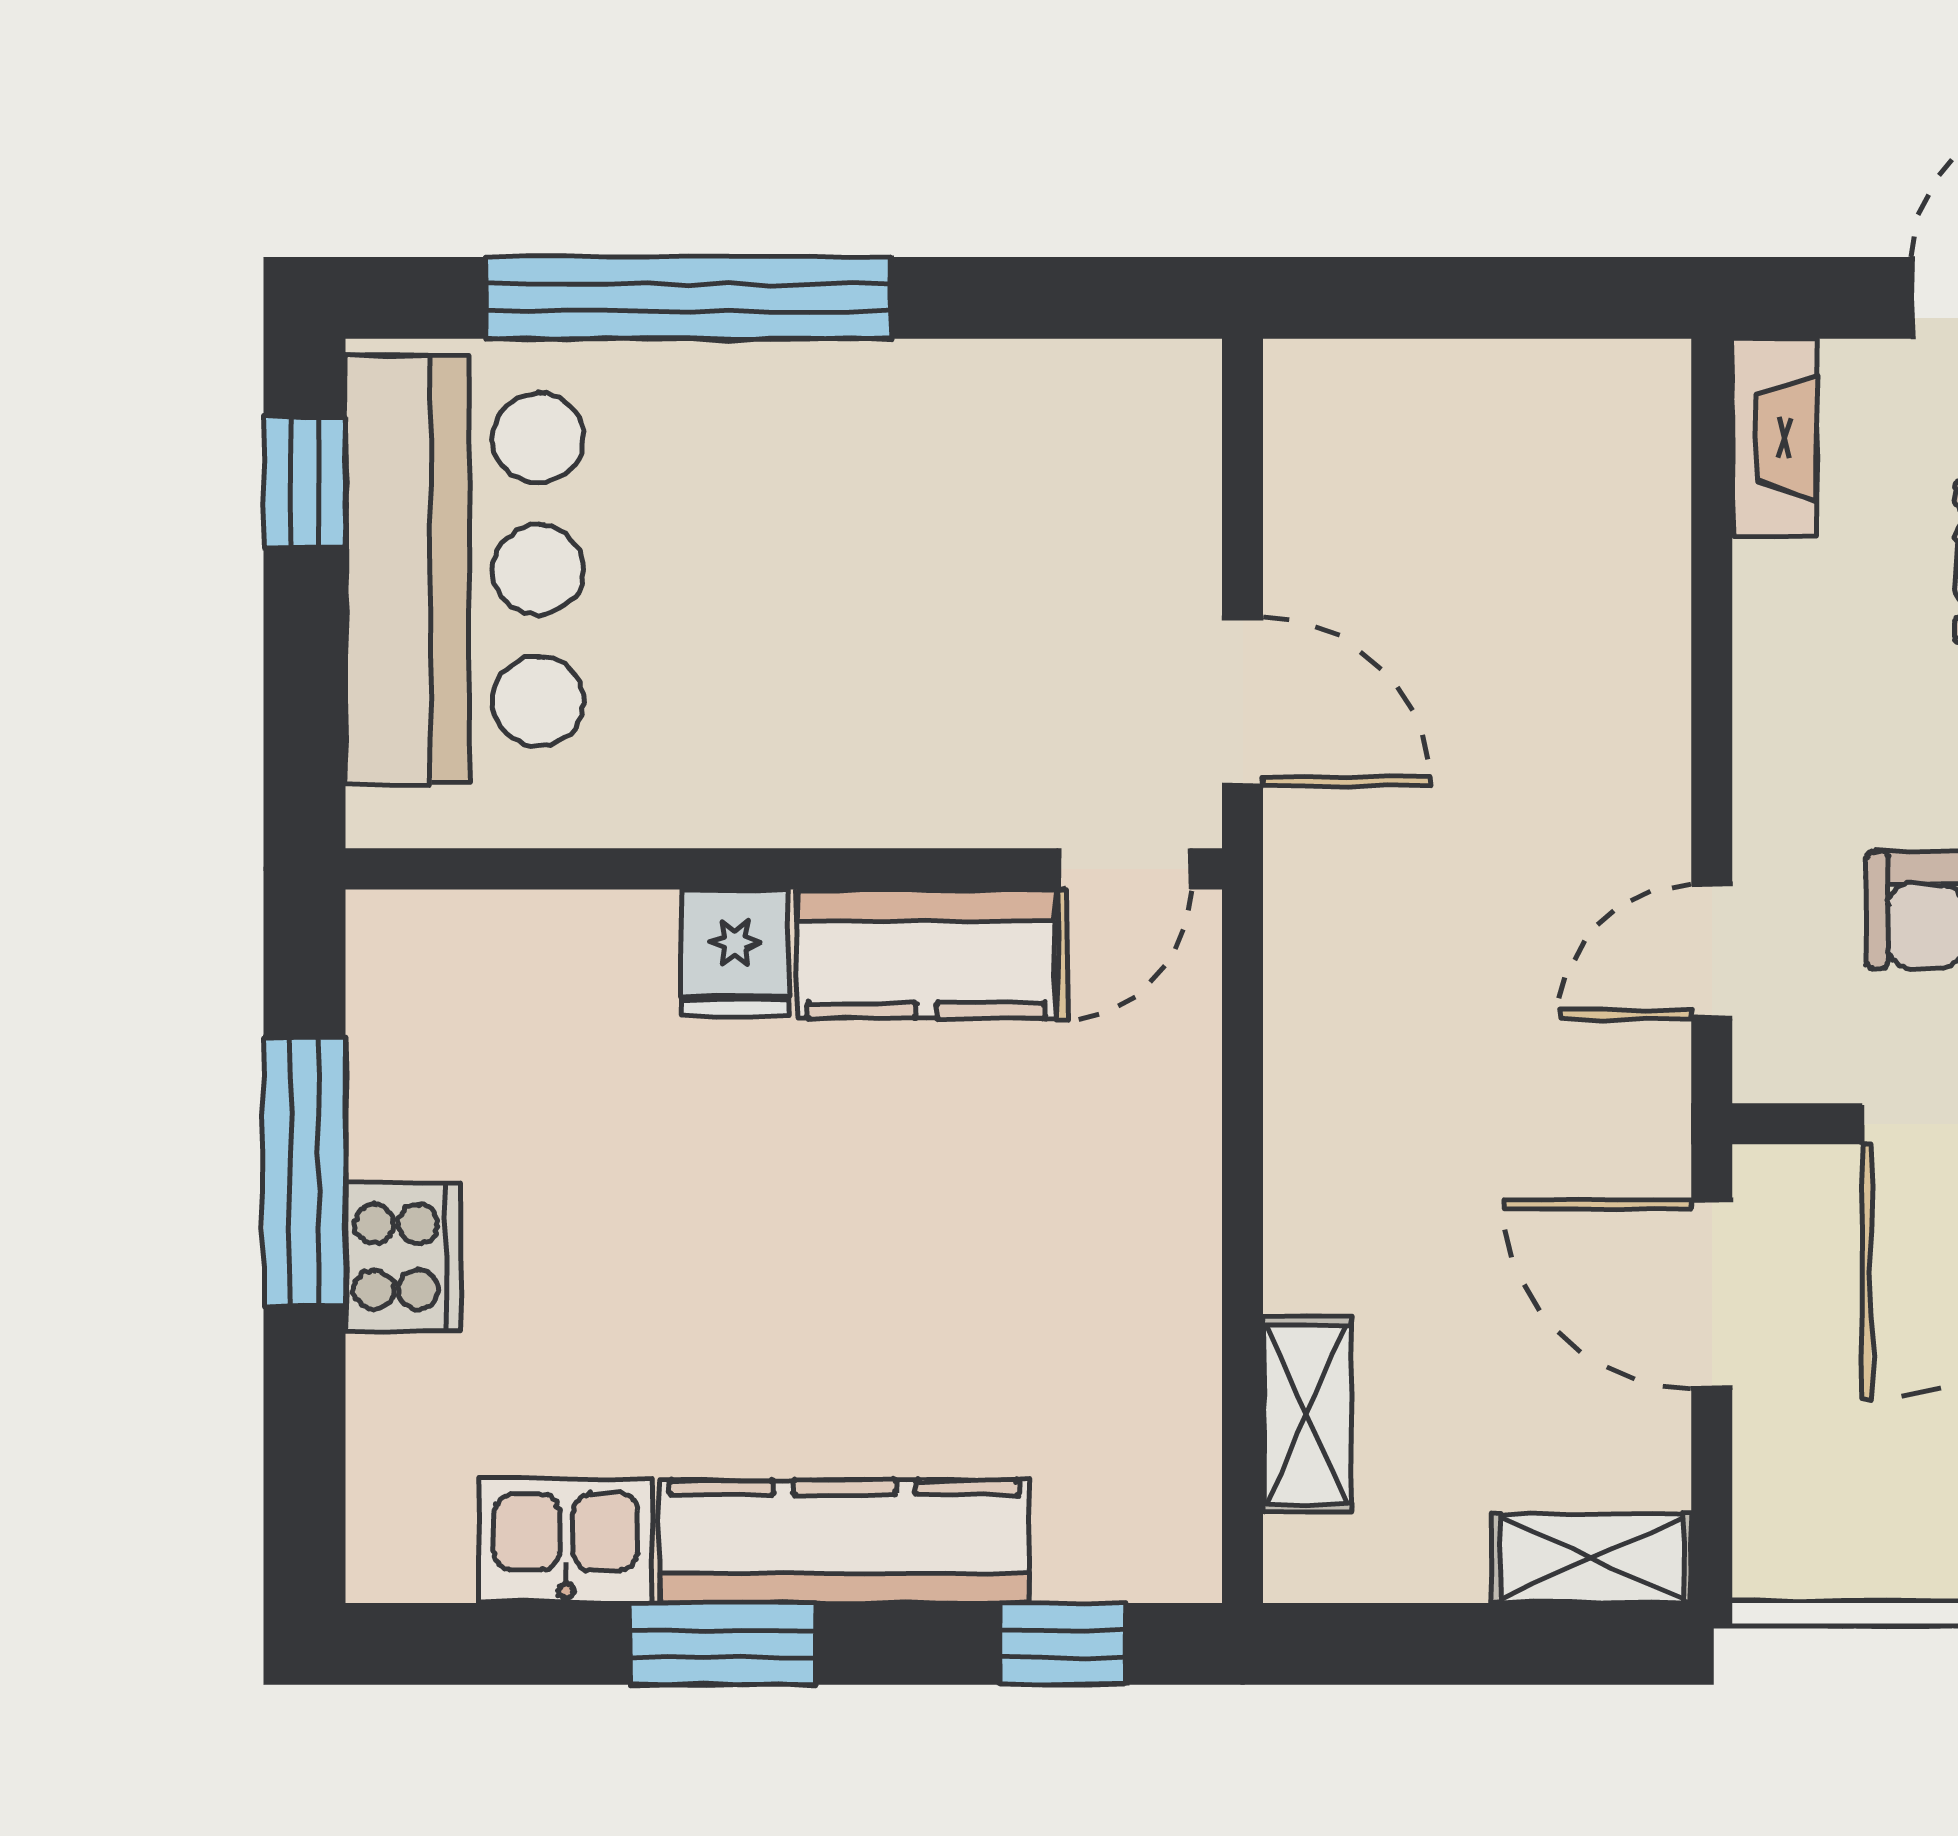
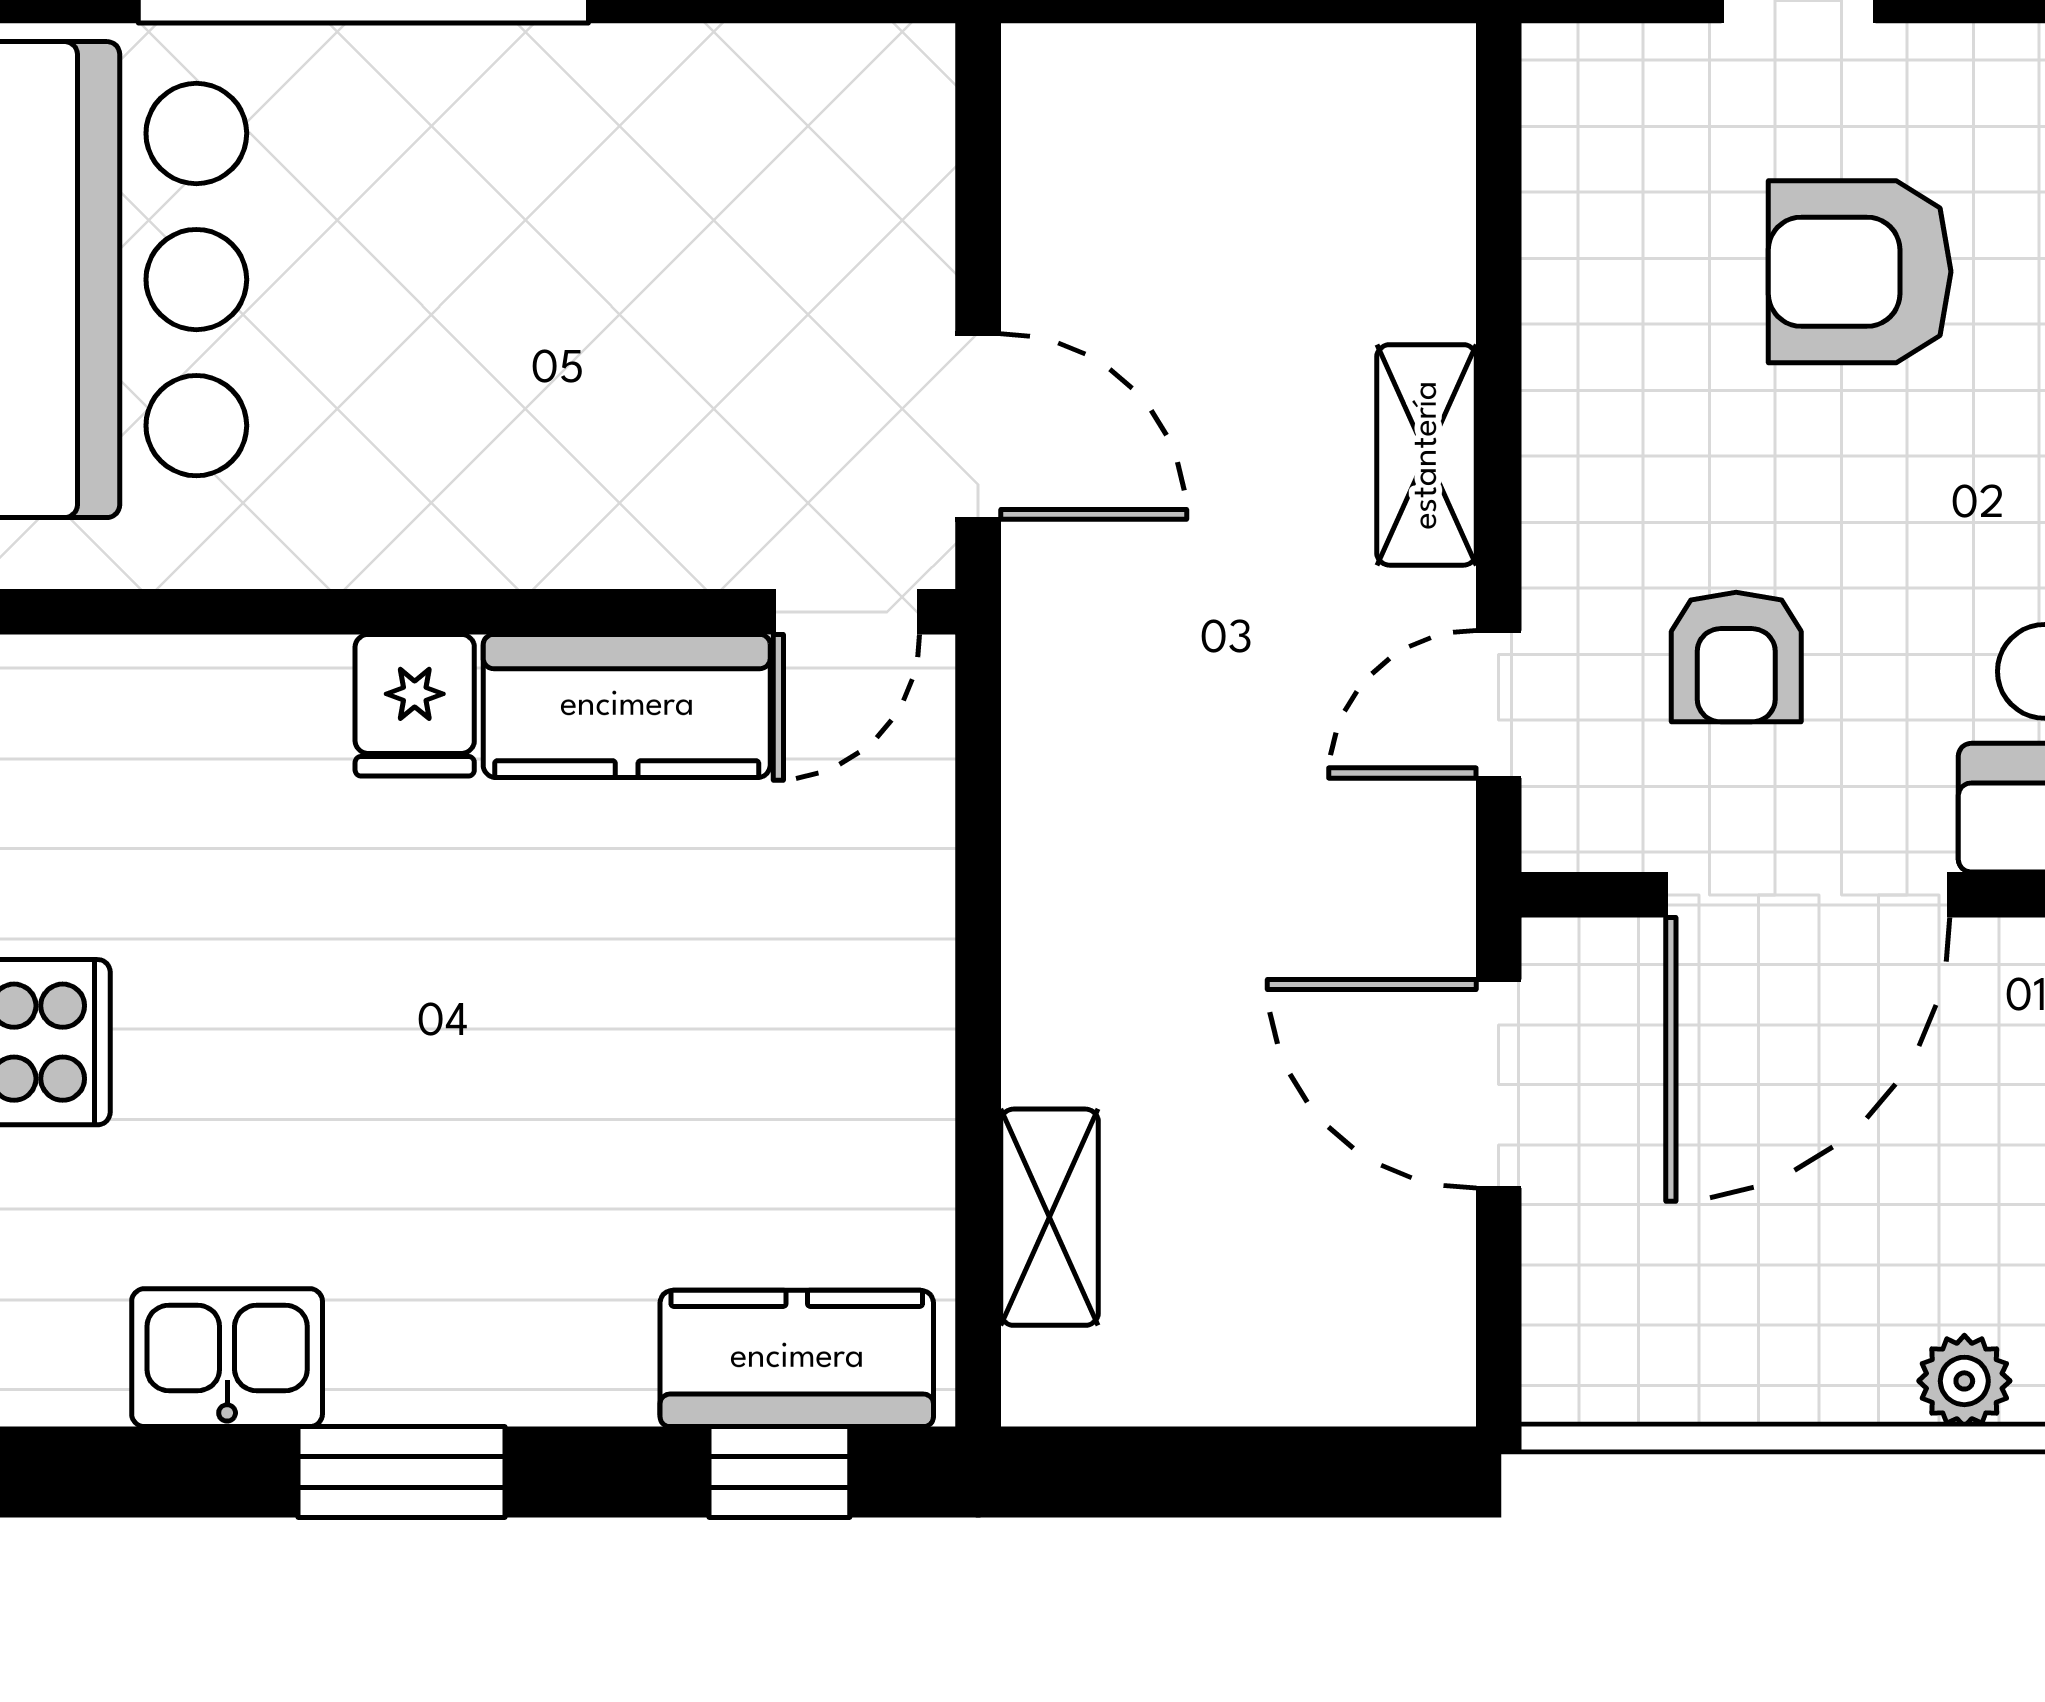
fireplace: (1774, 438) -> (1568, 133), removed
kitchen counter: (845, 1542) -> (797, 1358), moved, width x0.67
shelving: (1592, 1558) -> (1427, 455), moved, turned 90

